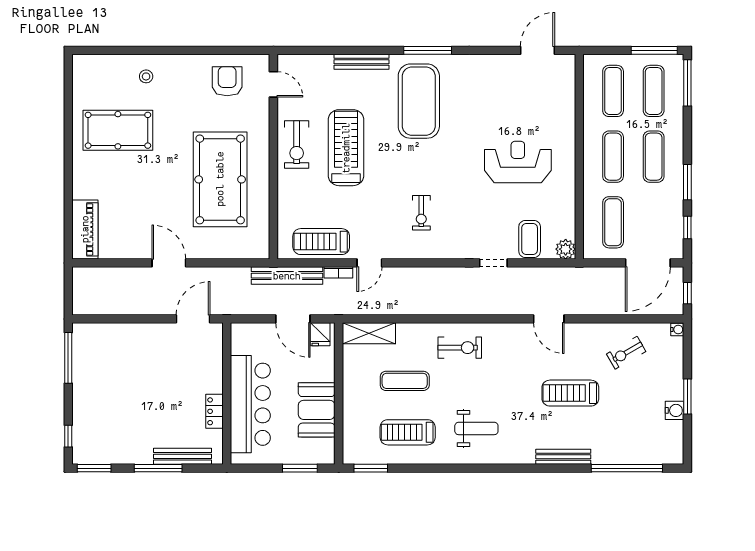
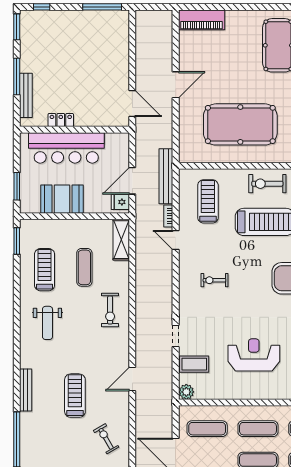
reception desk: (518, 162) -> (254, 355), turned -90
treadmill: (321, 242) -> (208, 201), moved

